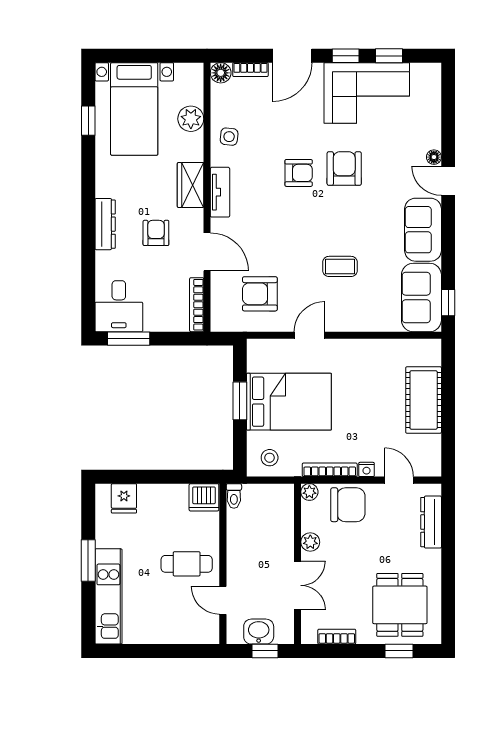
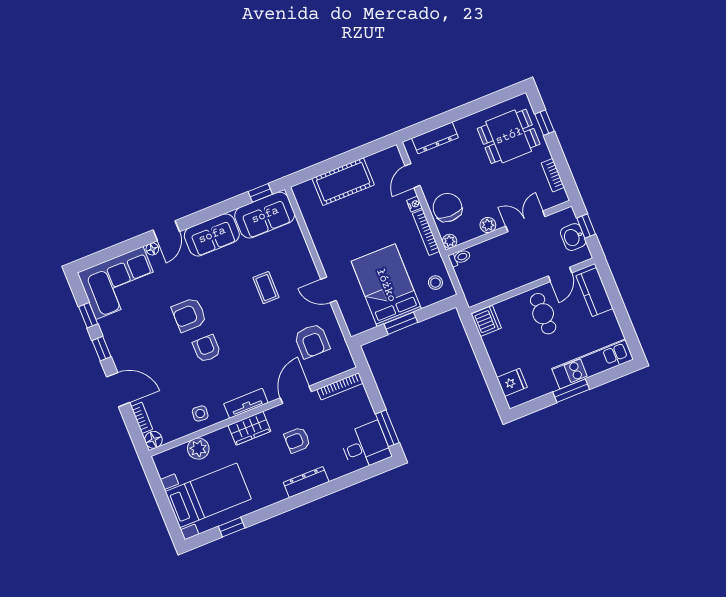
corner sofa: (367, 93) -> (119, 283), moved, turned 90
toilet: (234, 496) -> (460, 258), moved
kitchen counter: (188, 631) -> (595, 292), added

